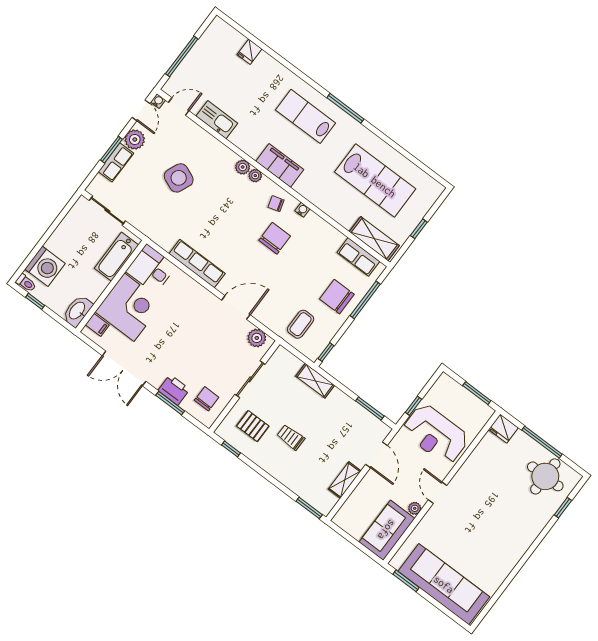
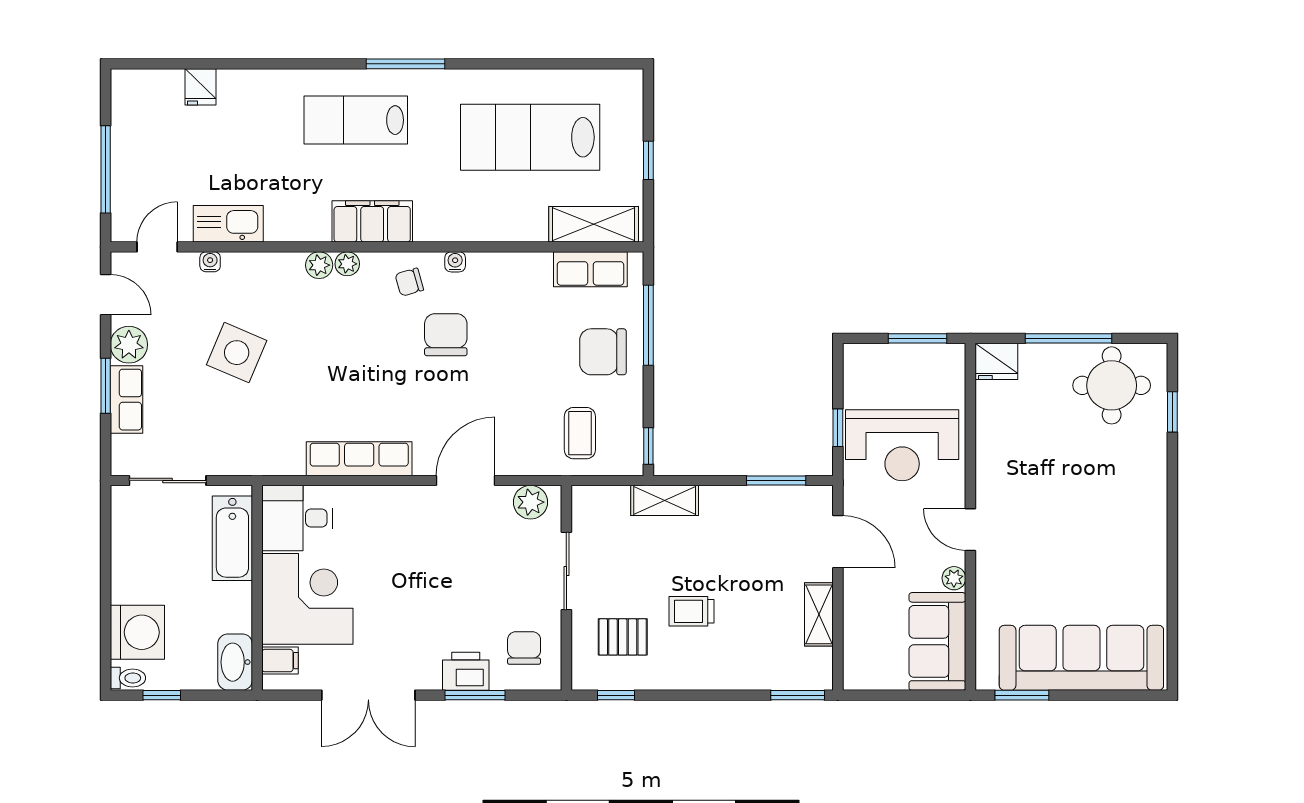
water cooler: (158, 101) -> (210, 262), moved
lab bench: (375, 180) -> (530, 137), turned 180

